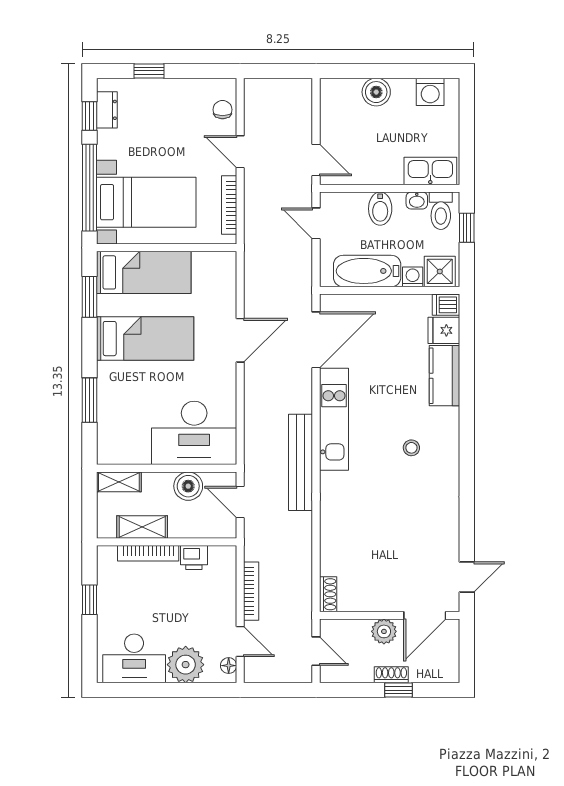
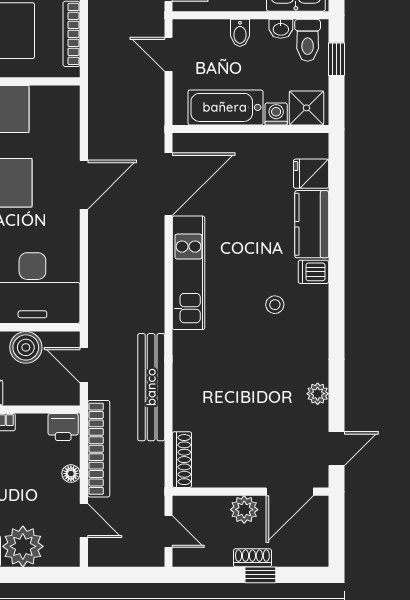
bidet: (380, 209) -> (240, 33), width x0.72, depth x0.74
dishwasher: (446, 305) -> (313, 272), moved
bench: (301, 462) -> (151, 387), moved
plant: (450, 528) -> (318, 394), added
printer: (194, 558) -> (63, 427), moved
bookcase: (251, 591) -> (99, 449), width x1.48, depth x1.31
shoe rack: (328, 594) -> (182, 460), width x1.43
floor lamp: (229, 666) -> (71, 474), moved

